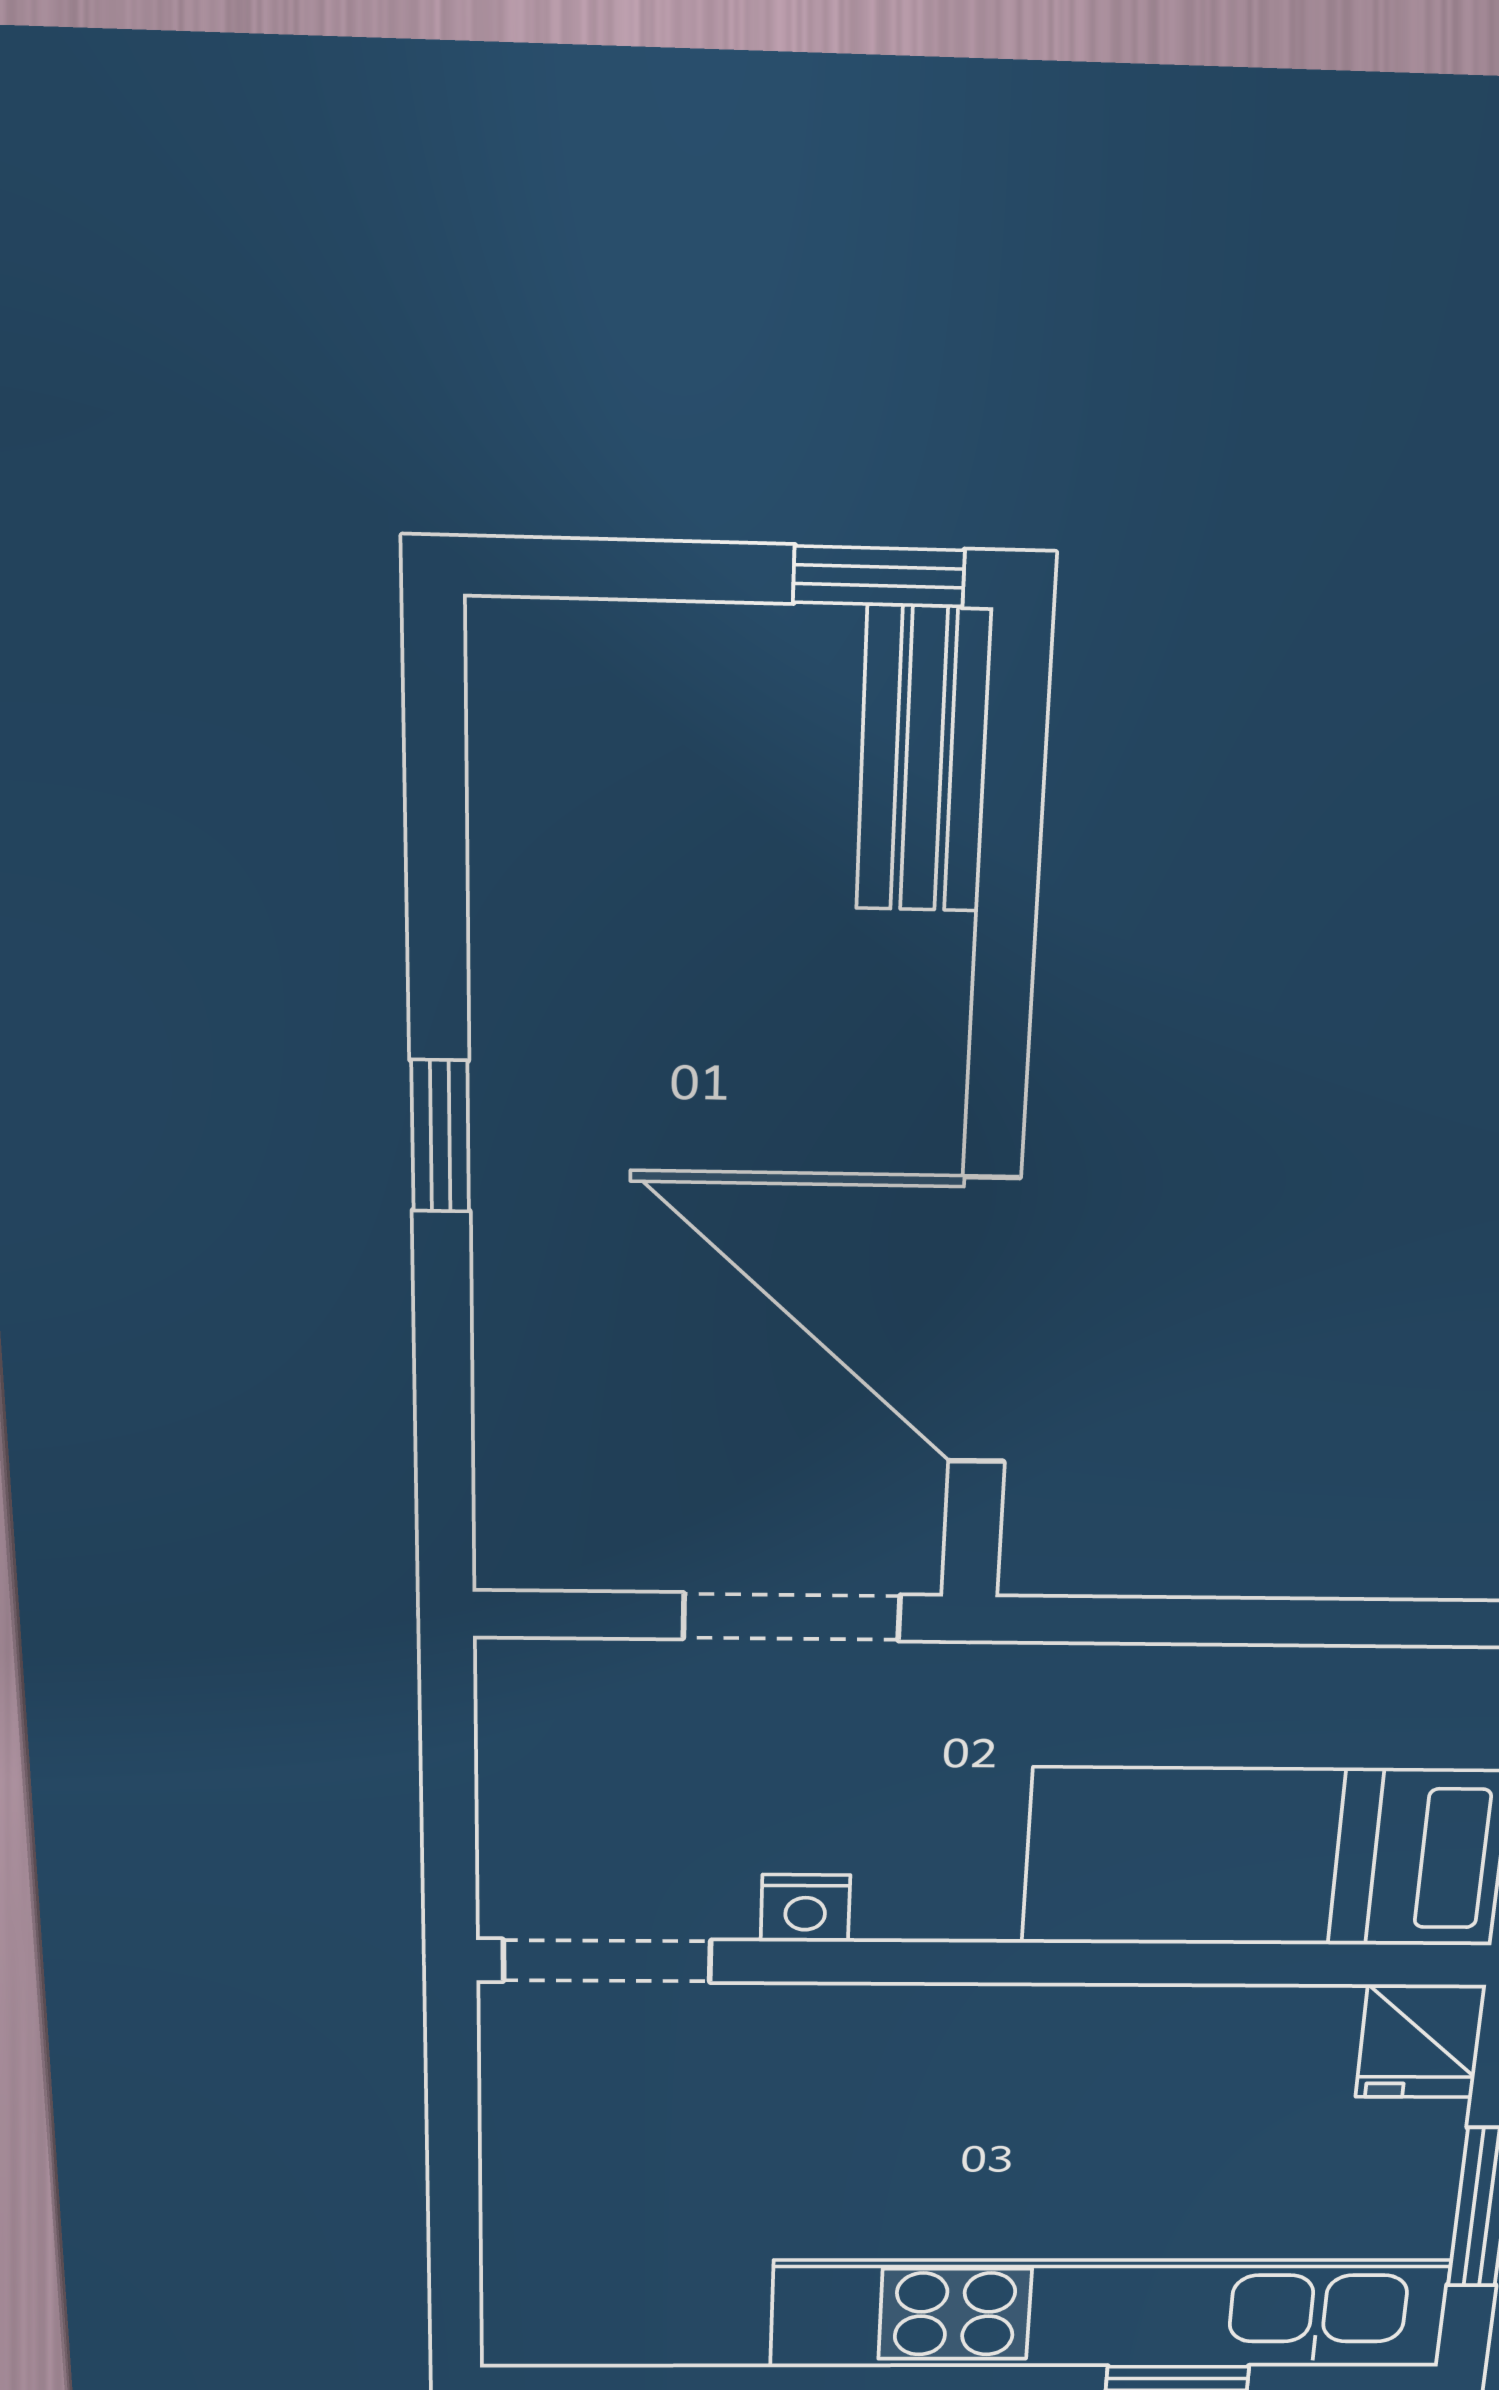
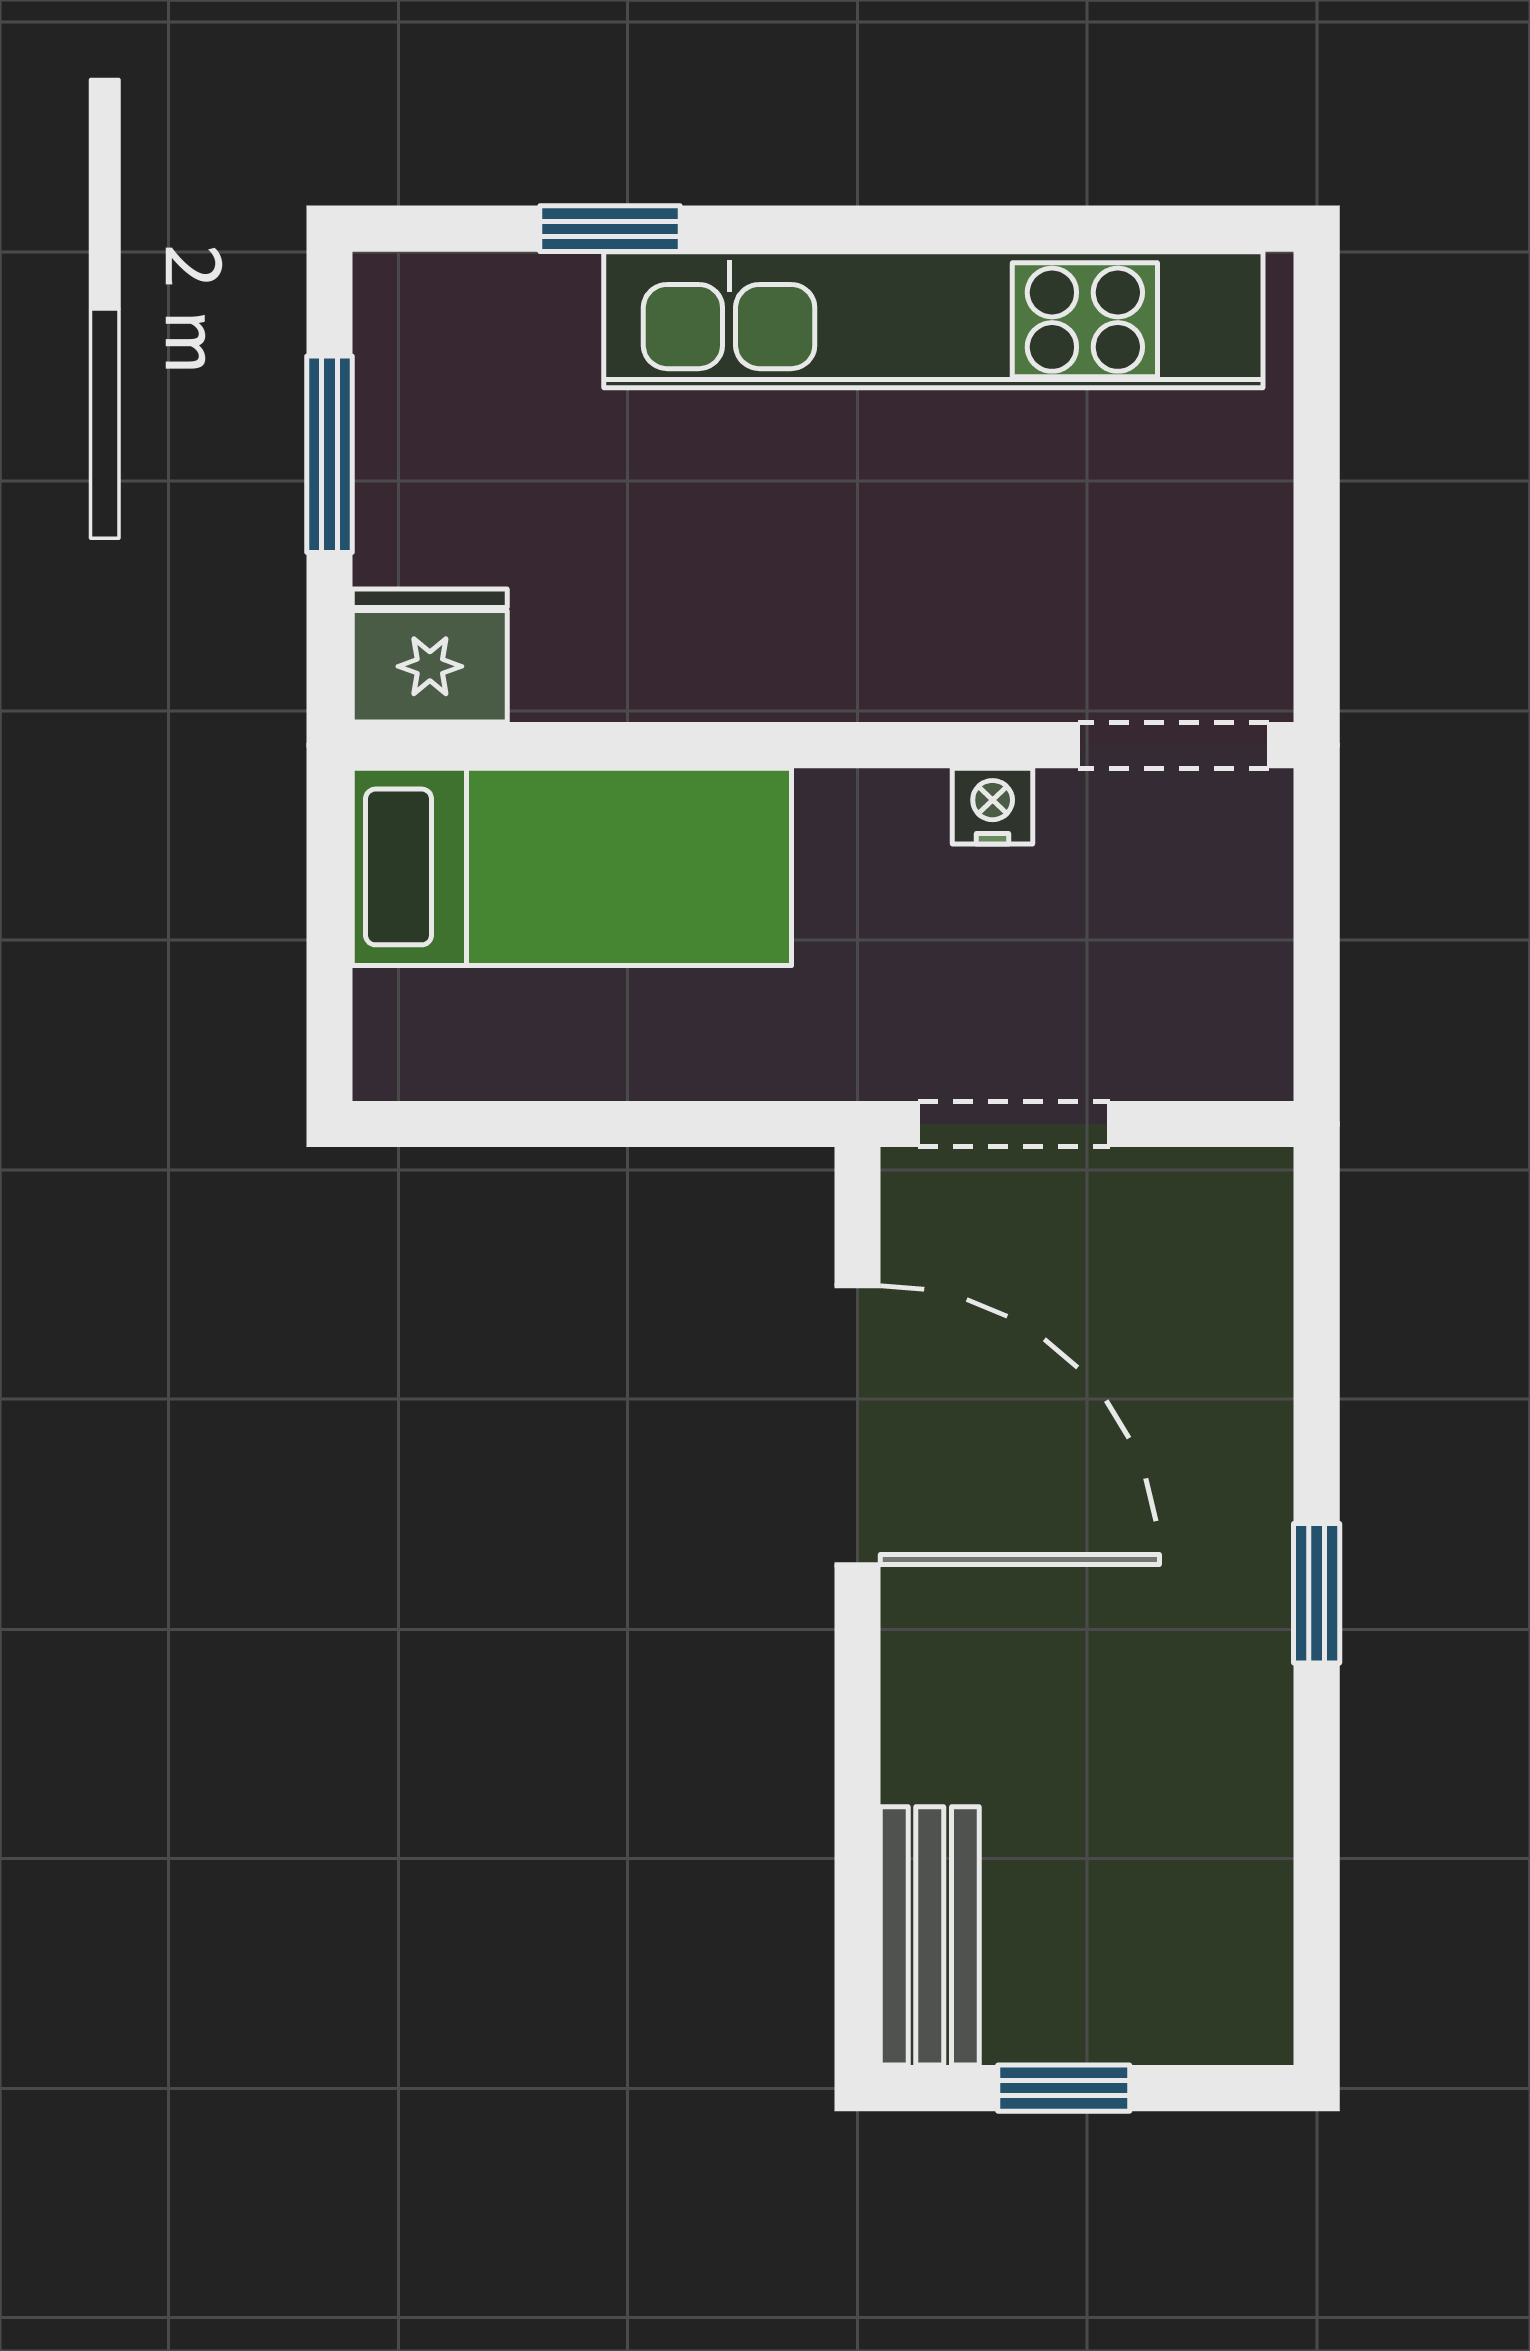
window: (879, 576) -> (1064, 2088), moved
fridge: (1420, 2041) -> (430, 656), width x1.38
kitchen unit: (1110, 2314) -> (933, 320), moved

